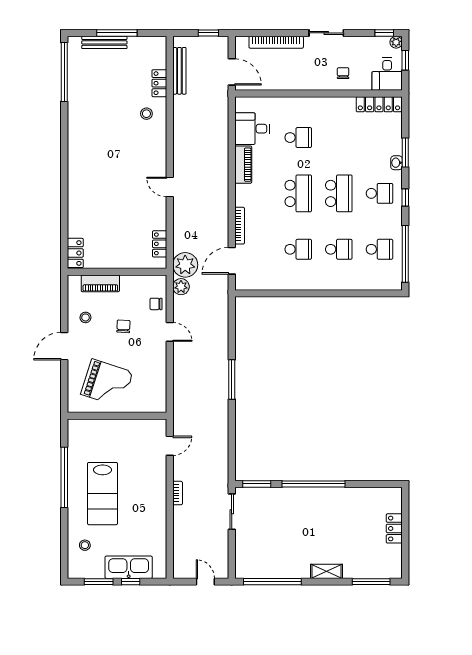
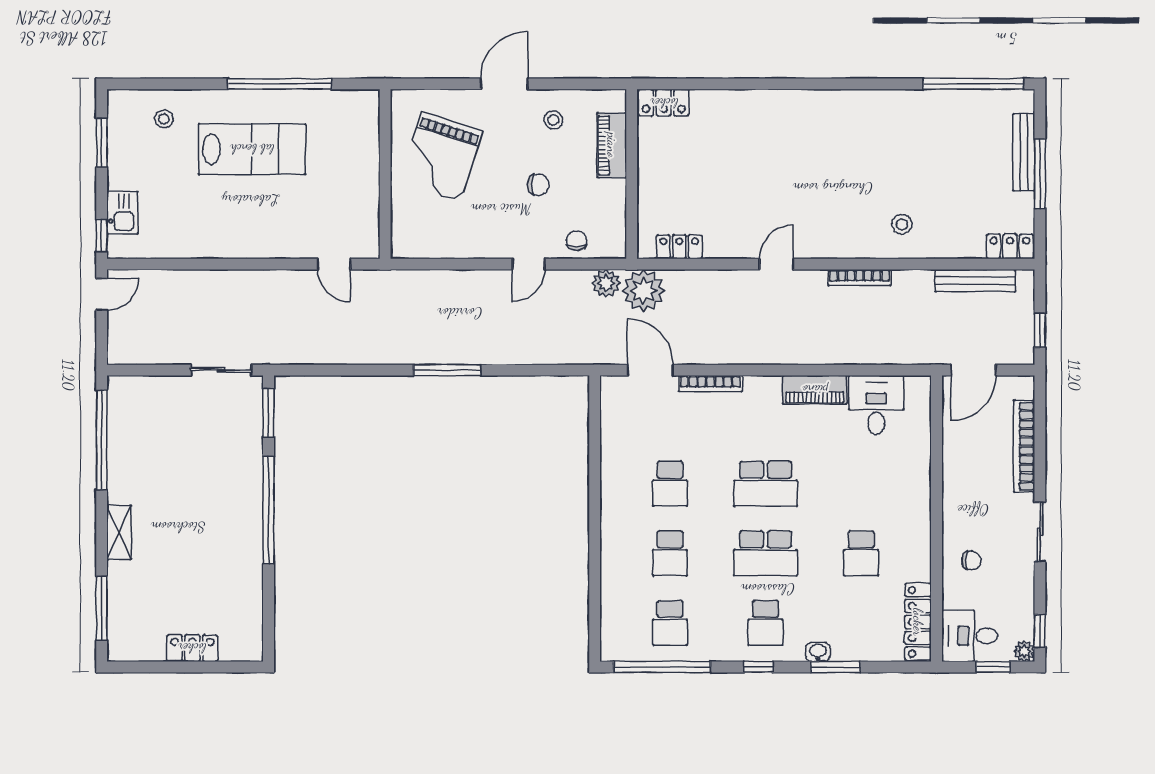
locker: (159, 83) -> (1010, 246), moved
school desk: (298, 138) -> (861, 553), moved
door: (64, 346) -> (504, 84), hinge flipped
bookcase: (178, 493) -> (859, 277), moved, width x1.56
lab bench: (103, 494) -> (252, 149), turned 180
kitchen sink: (129, 567) -> (122, 213), width x0.53, depth x0.81
window: (131, 582) -> (102, 236), moved
door: (205, 582) -> (102, 294), moved

